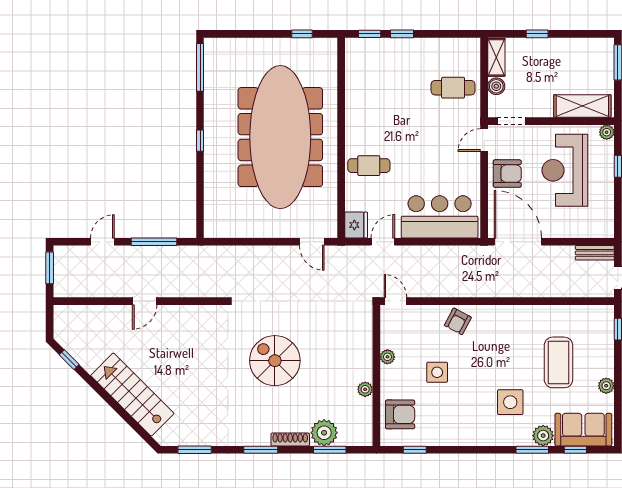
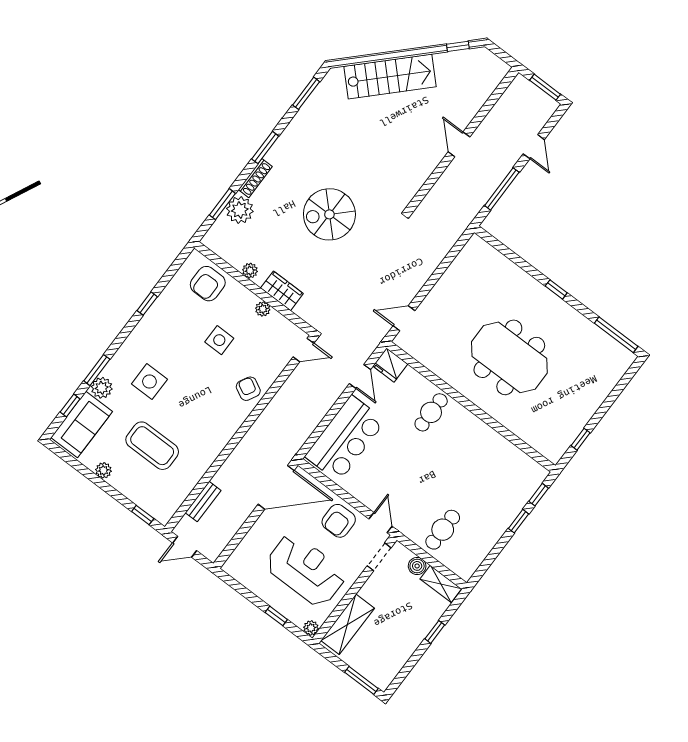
meeting table: (280, 137) -> (509, 357), width x0.54, depth x0.79
bench: (595, 253) -> (203, 502), moved
wardrobe: (362, 353) -> (282, 291), added
spiral stairs: (275, 361) -> (329, 214), turned 180
window: (415, 450) -> (147, 304), moved

